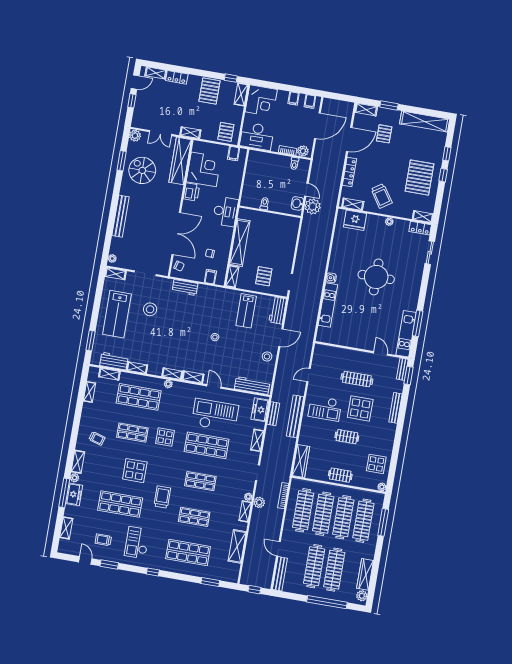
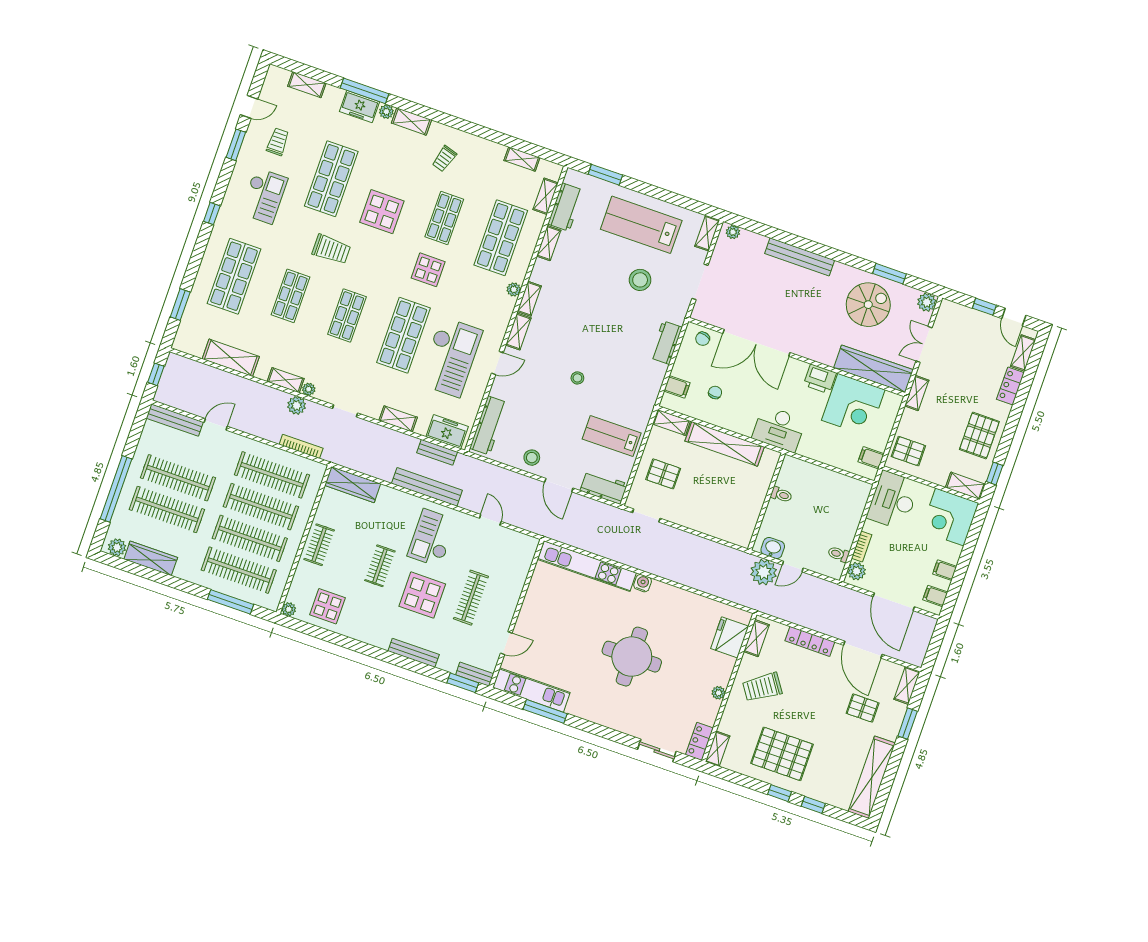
pallet: (210, 91) -> (979, 435), turned 90
kitchen unit: (328, 305) -> (587, 566), width x1.36
checkout: (137, 543) -> (264, 196), turned 90

